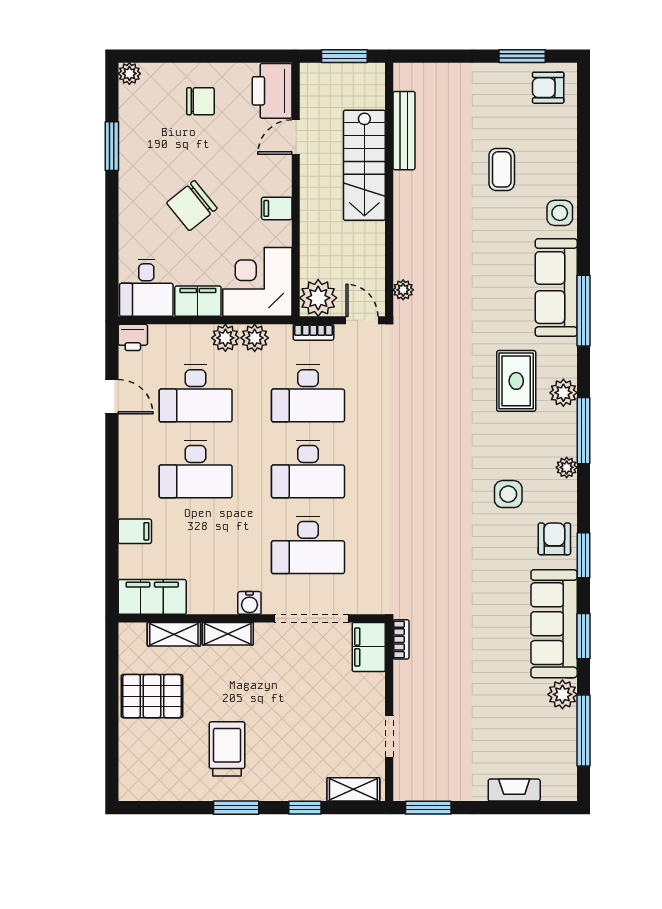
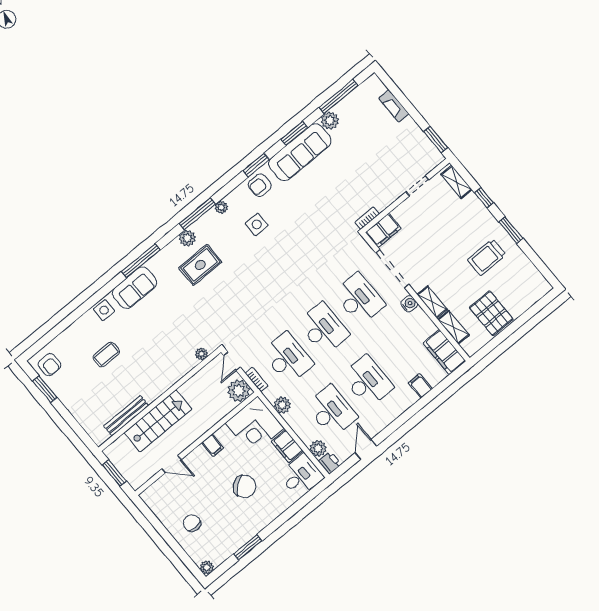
printer: (272, 91) -> (159, 493), removed
sofa: (556, 288) -> (134, 288), width x0.73
plant: (225, 338) -> (318, 448), moved

